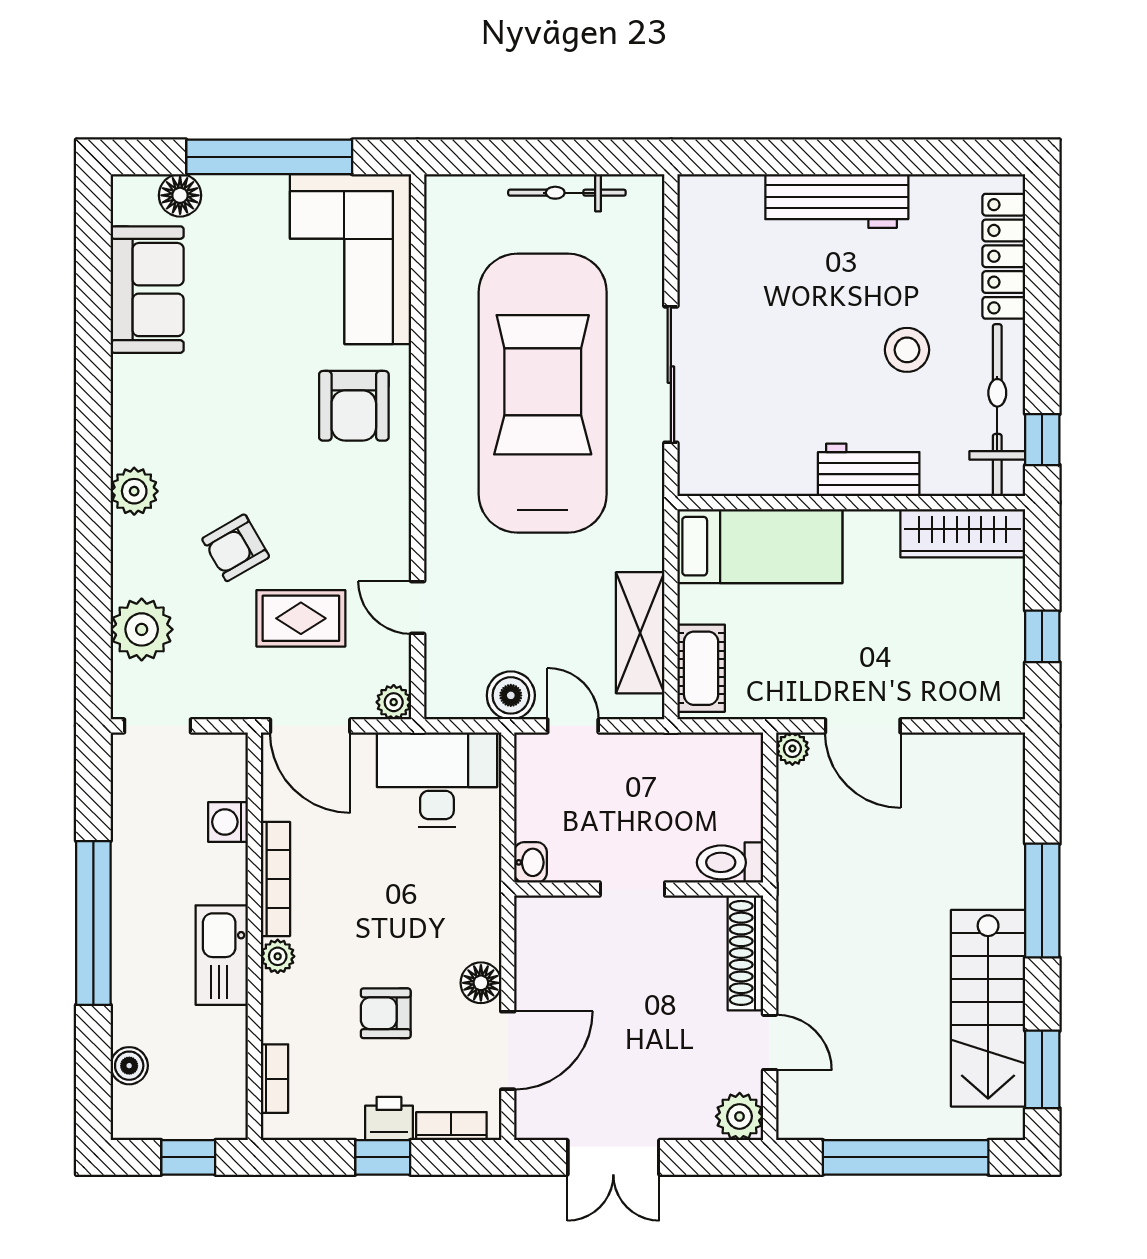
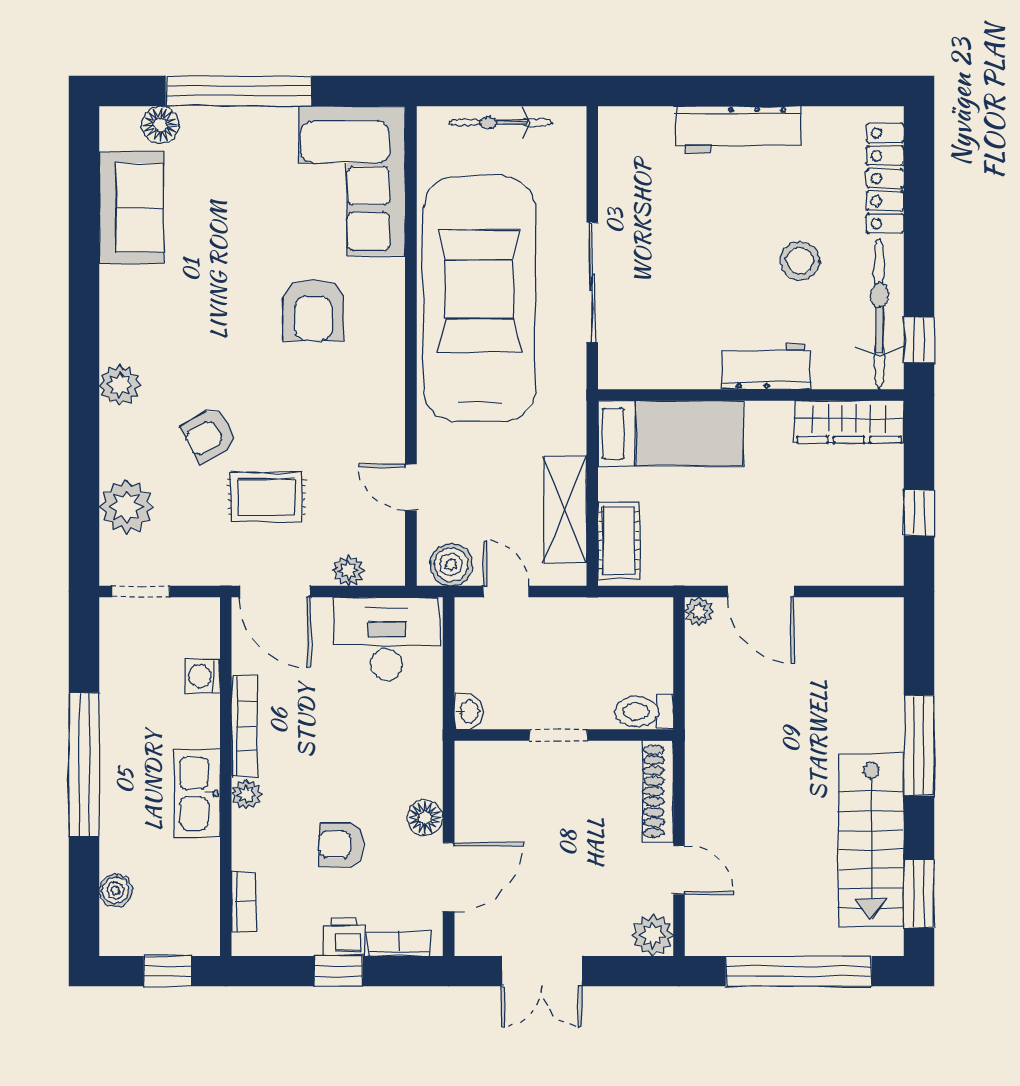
corner sofa: (350, 259) -> (352, 181), moved
wall: (418, 447) -> (411, 346), moved
door: (418, 608) -> (411, 487), moved

